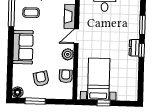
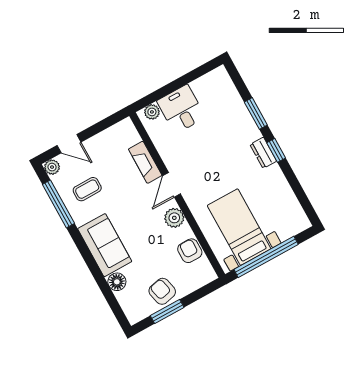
armchair: (41, 79) -> (162, 291), moved
floor lamp: (17, 92) -> (117, 282), moved
window: (104, 103) -> (266, 257), width x3.17

